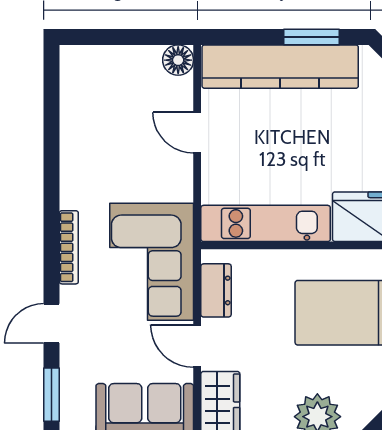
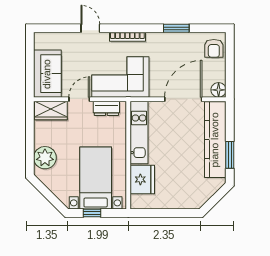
armchair: (93, 70) -> (214, 48), added
door: (197, 133) -> (183, 99), width x1.88
window: (52, 395) -> (176, 28), moved

